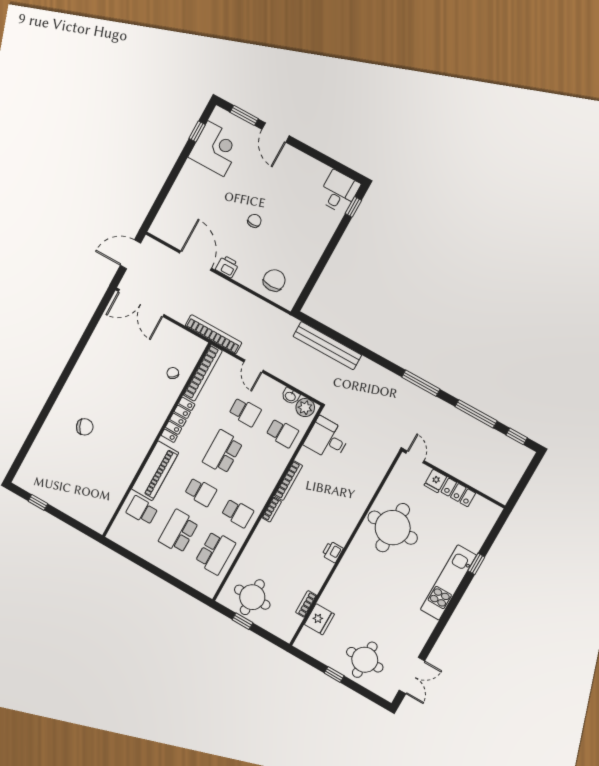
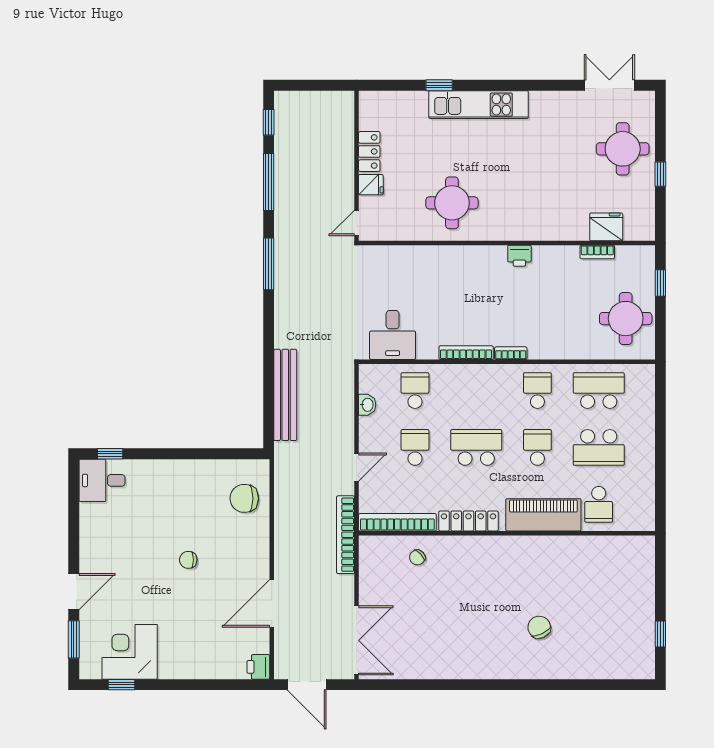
printer: (227, 267) -> (258, 667), moved
plant: (305, 408) -> (371, 380), removed
school desk: (223, 452) -> (476, 447), turned 180
round table: (393, 528) -> (452, 203), width x0.73, depth x0.73
window: (243, 621) -> (660, 283), moved

